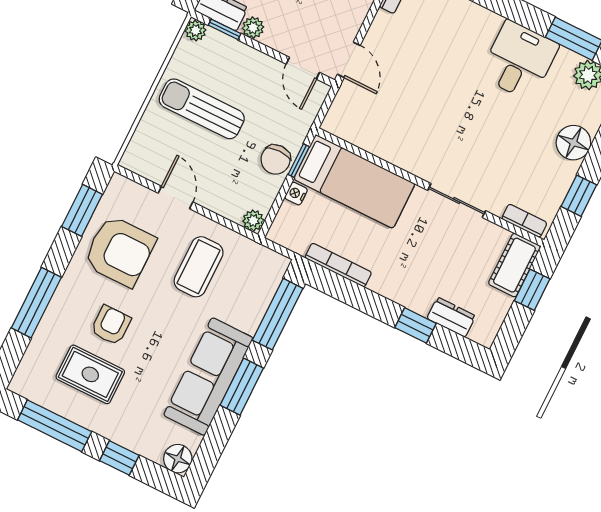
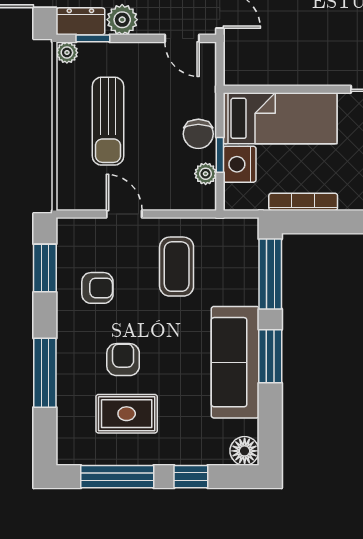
plant: (253, 28) -> (122, 20), width x1.38, depth x1.38
sun lounger: (202, 109) -> (108, 121), turned -90
window: (299, 161) -> (220, 155), moved
nightstand: (296, 194) -> (240, 164), width x1.89, depth x1.79
plant: (253, 221) -> (206, 174), moved
armchair: (120, 251) -> (97, 288), width x0.53, depth x0.53

